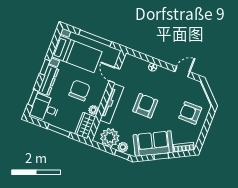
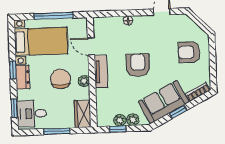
dresser: (48, 80) -> (23, 77), width x0.70
tv unit: (112, 104) -> (101, 72), width x0.71
plant: (93, 110) -> (84, 81), moved
plant: (110, 137) -> (120, 120), width x0.53, depth x0.53
window: (122, 155) -> (118, 129), moved

